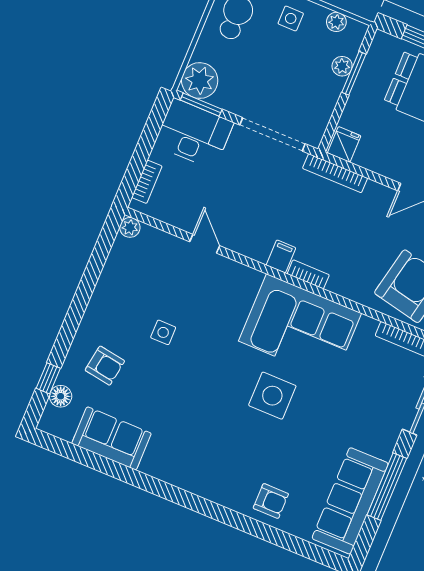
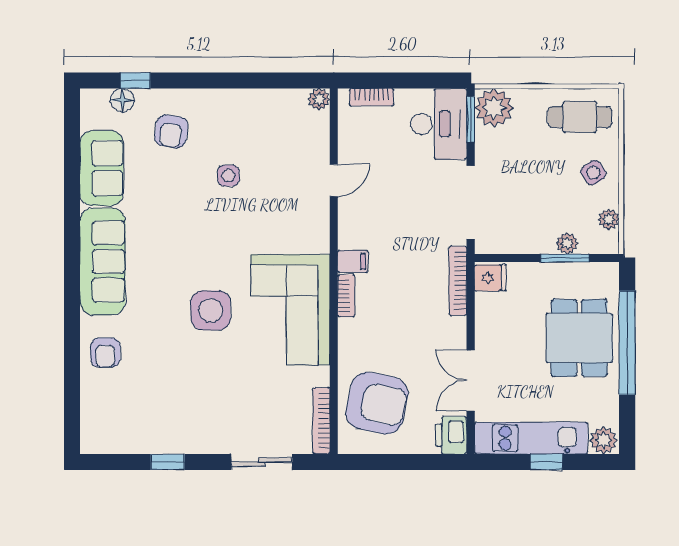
side table: (291, 18) -> (593, 173), turned -34
window: (387, 487) -> (168, 462), width x0.46
sofa: (350, 501) -> (103, 261), moved, turned 90

